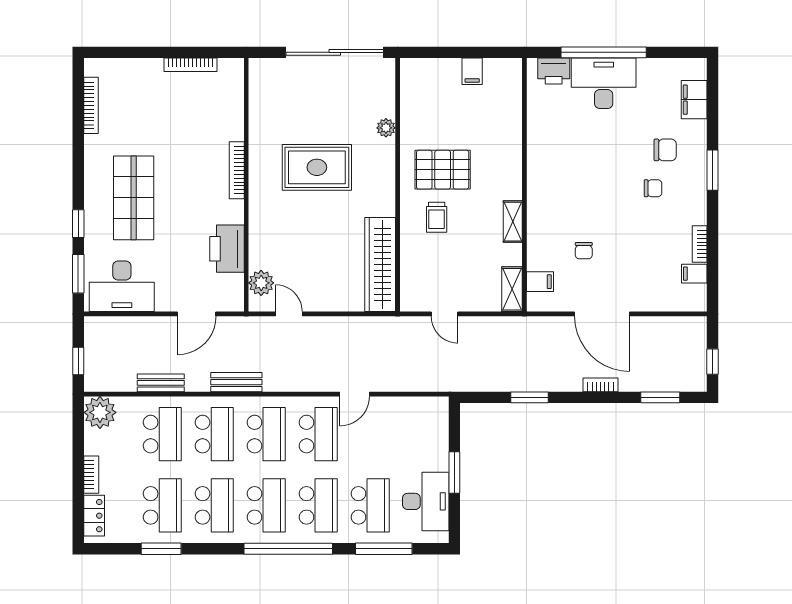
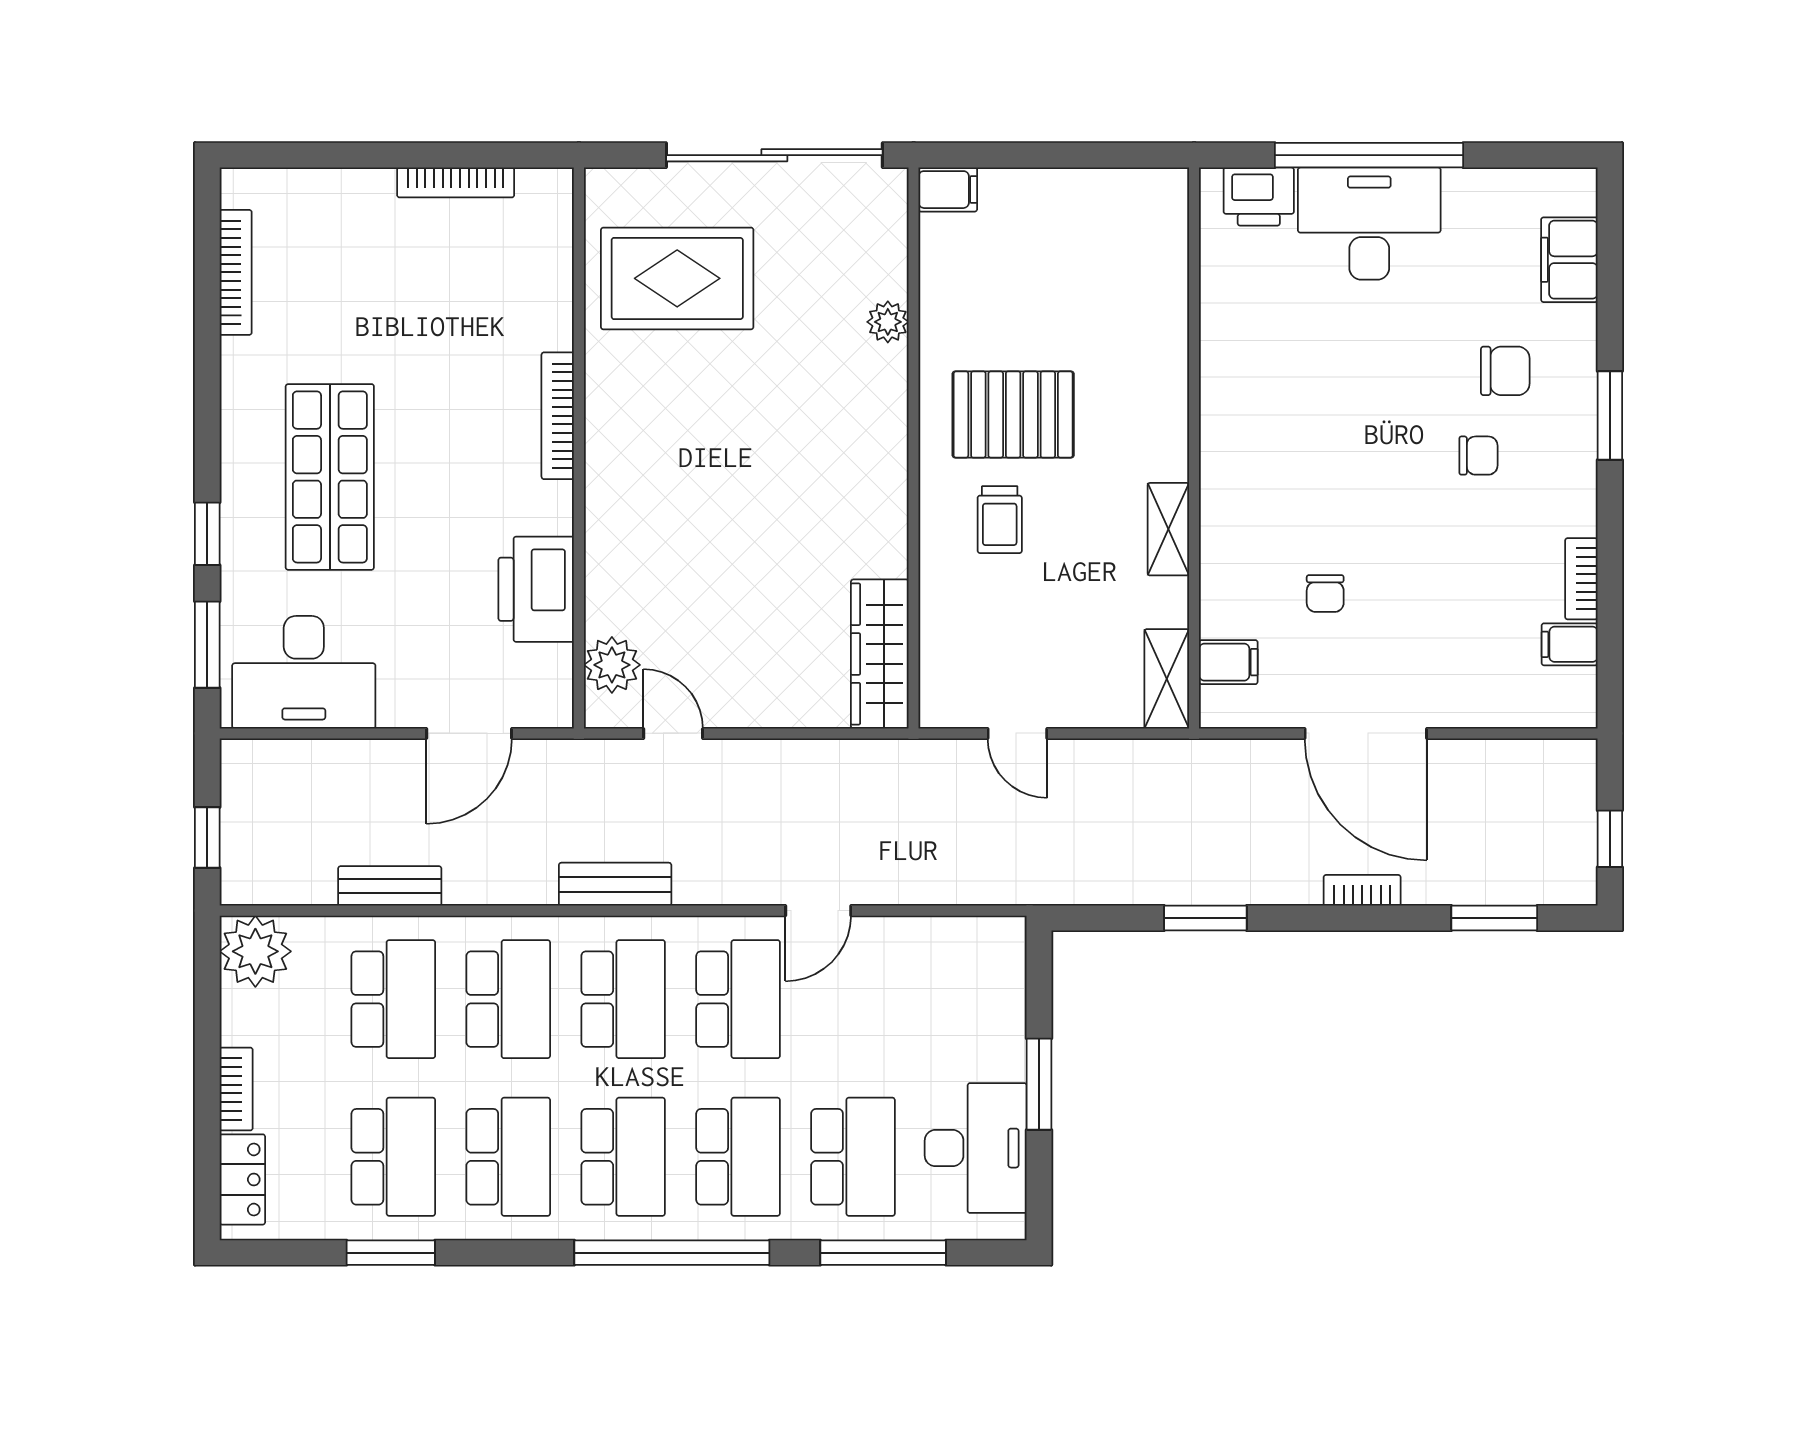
filing cabinet: (472, 71) -> (948, 190), moved, turned -90
rug: (317, 167) -> (677, 278), moved
wardrobe: (380, 264) -> (880, 654), width x0.71, depth x0.85
bench: (236, 382) -> (615, 884), moved

